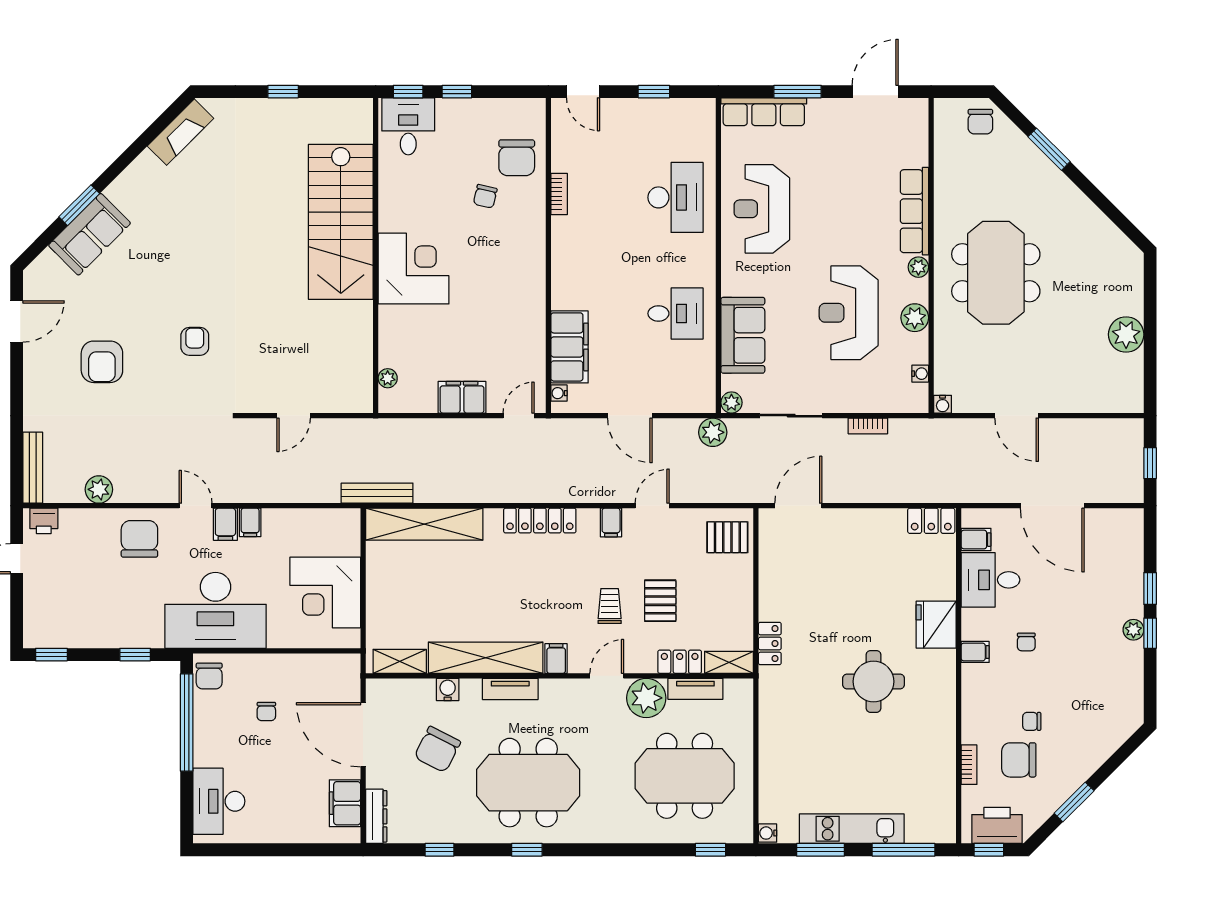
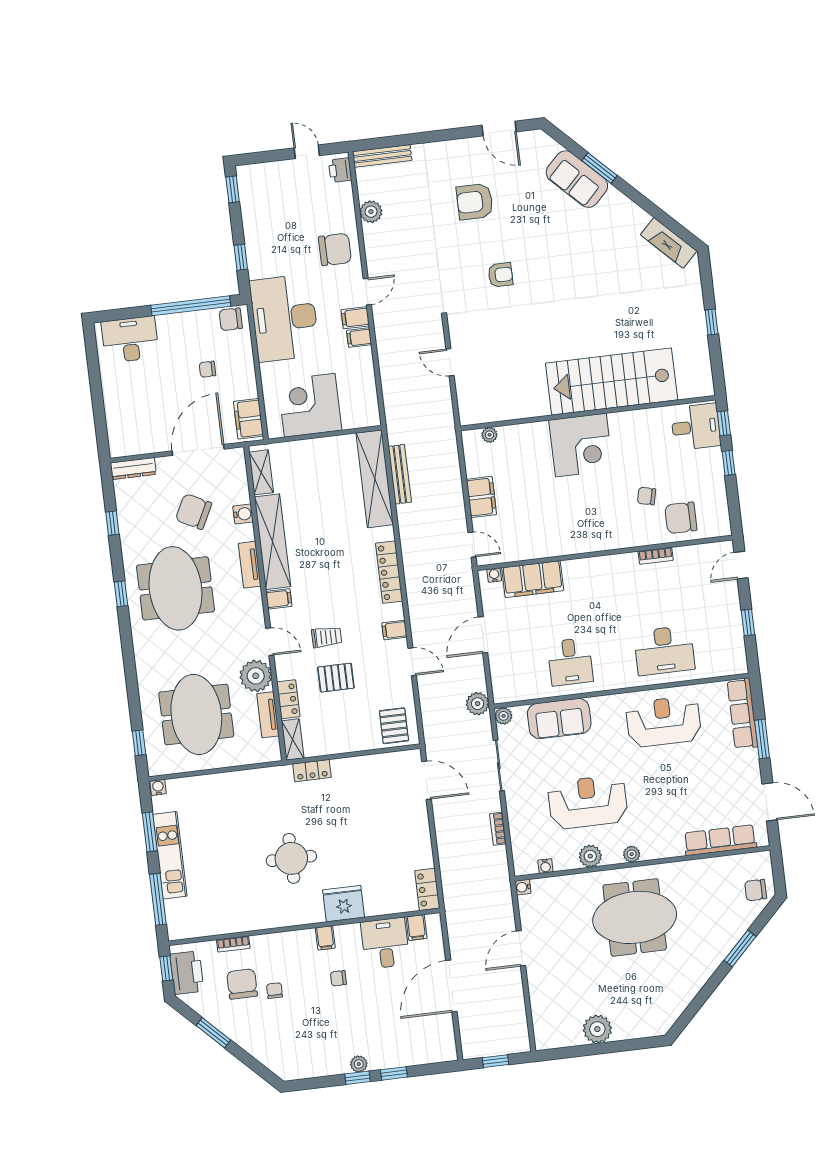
row of seats: (914, 211) -> (720, 840), moved
bench: (377, 493) -> (400, 474), moved
filing cabinet: (345, 803) -> (248, 419), moved, turned -90

